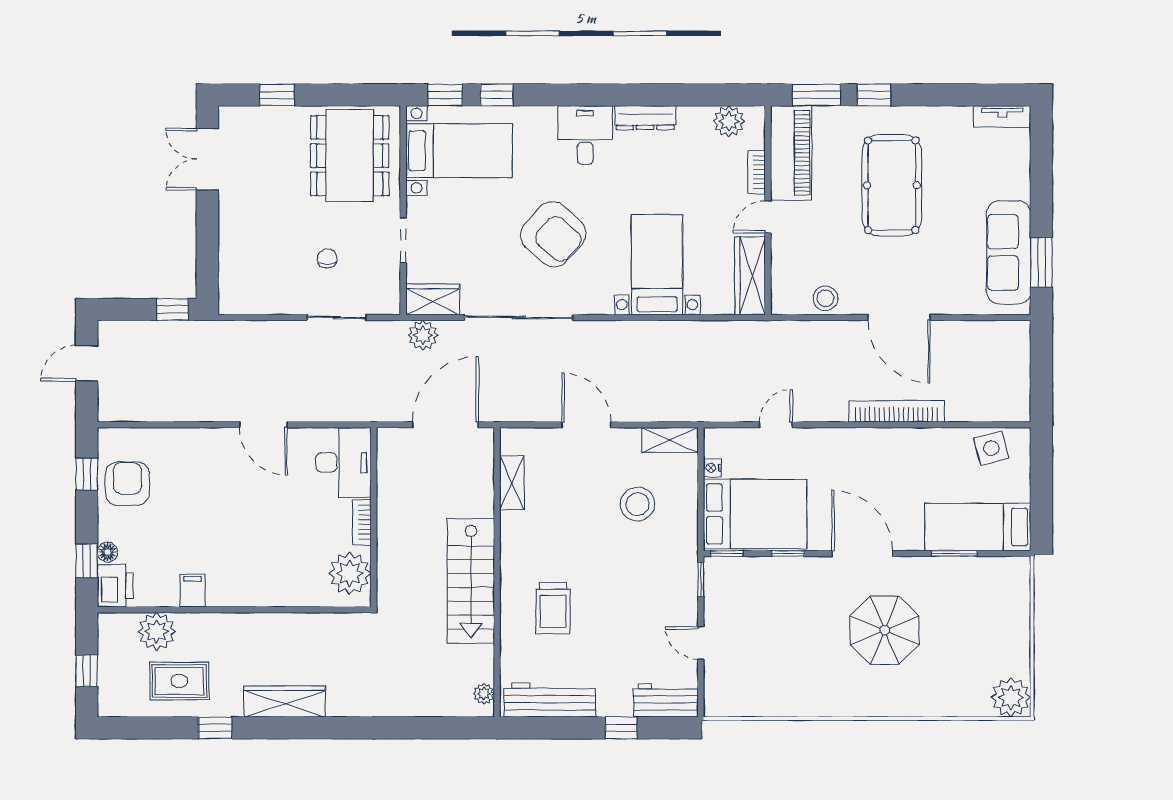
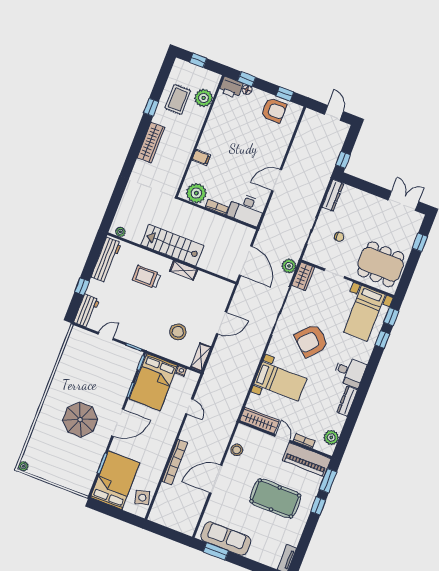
dresser: (250, 302) -> (333, 195), added
shelving: (512, 483) -> (184, 270), moved
bed: (978, 527) -> (115, 480), width x1.50
filing cabinet: (192, 591) -> (201, 158), moved
plant: (1011, 697) -> (23, 466), width x0.53, depth x0.53

